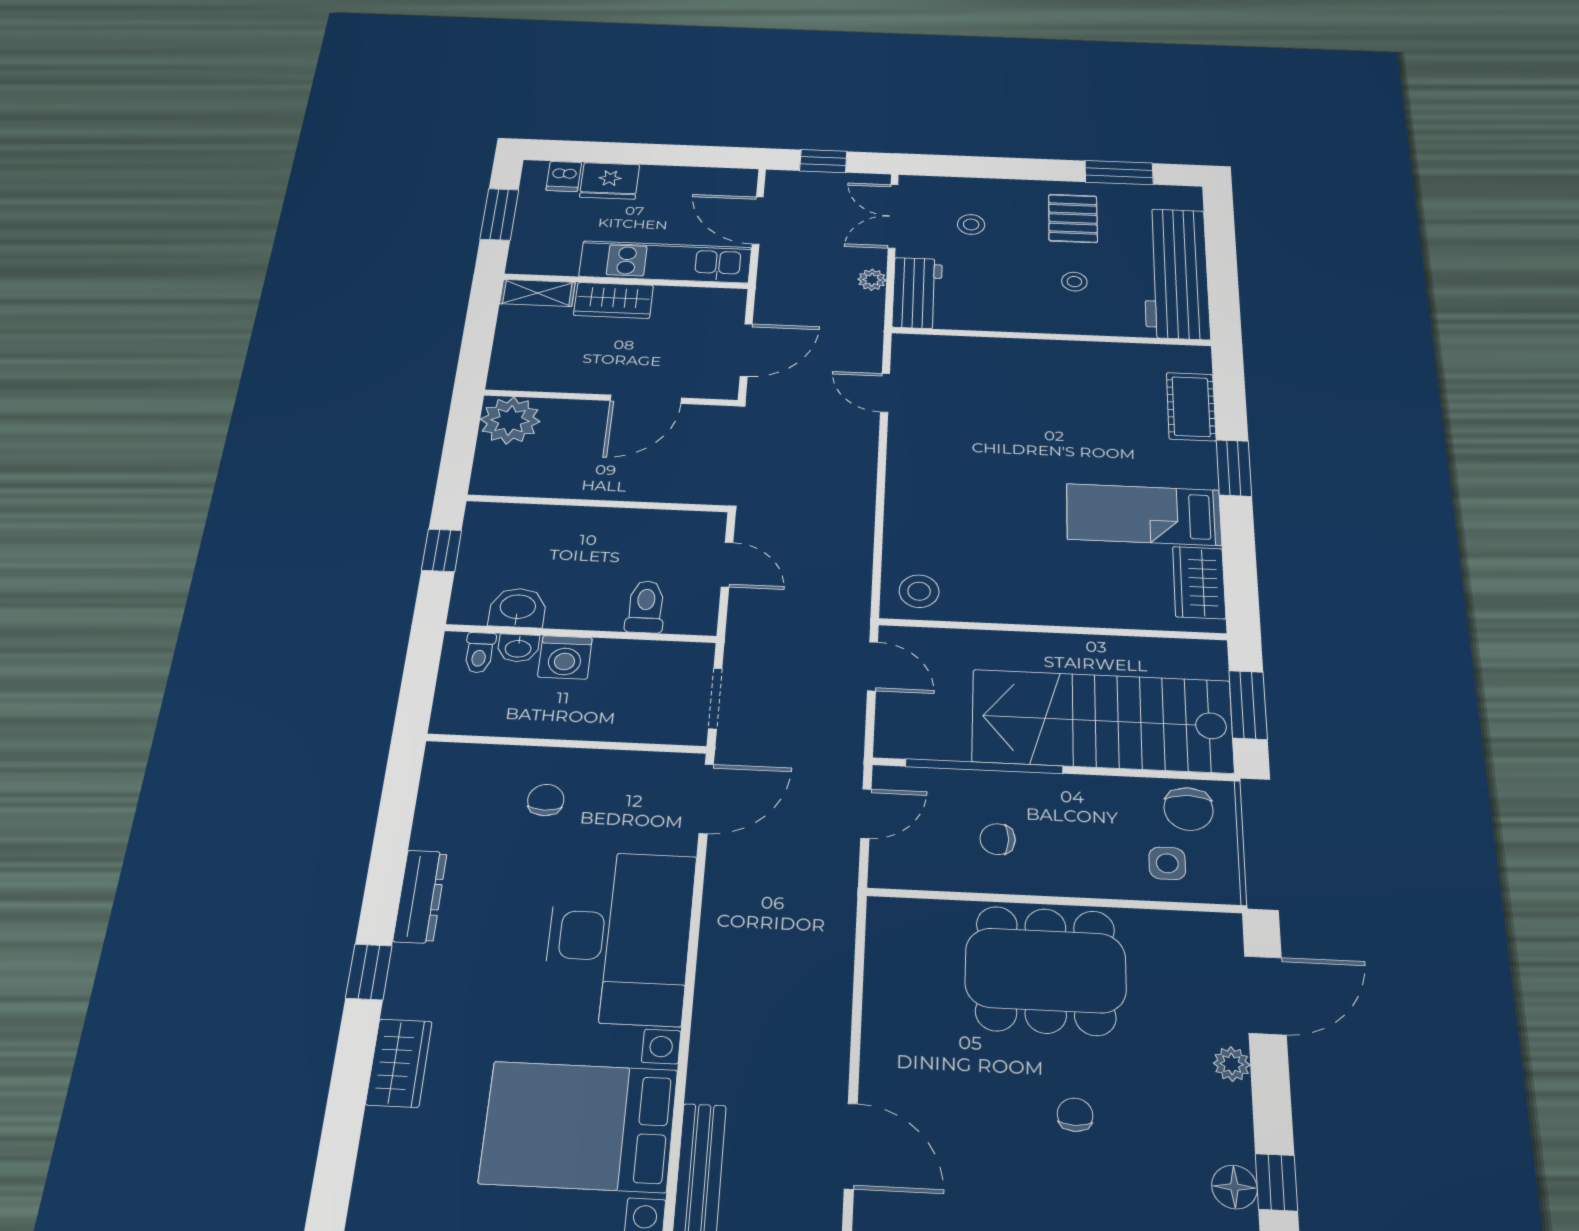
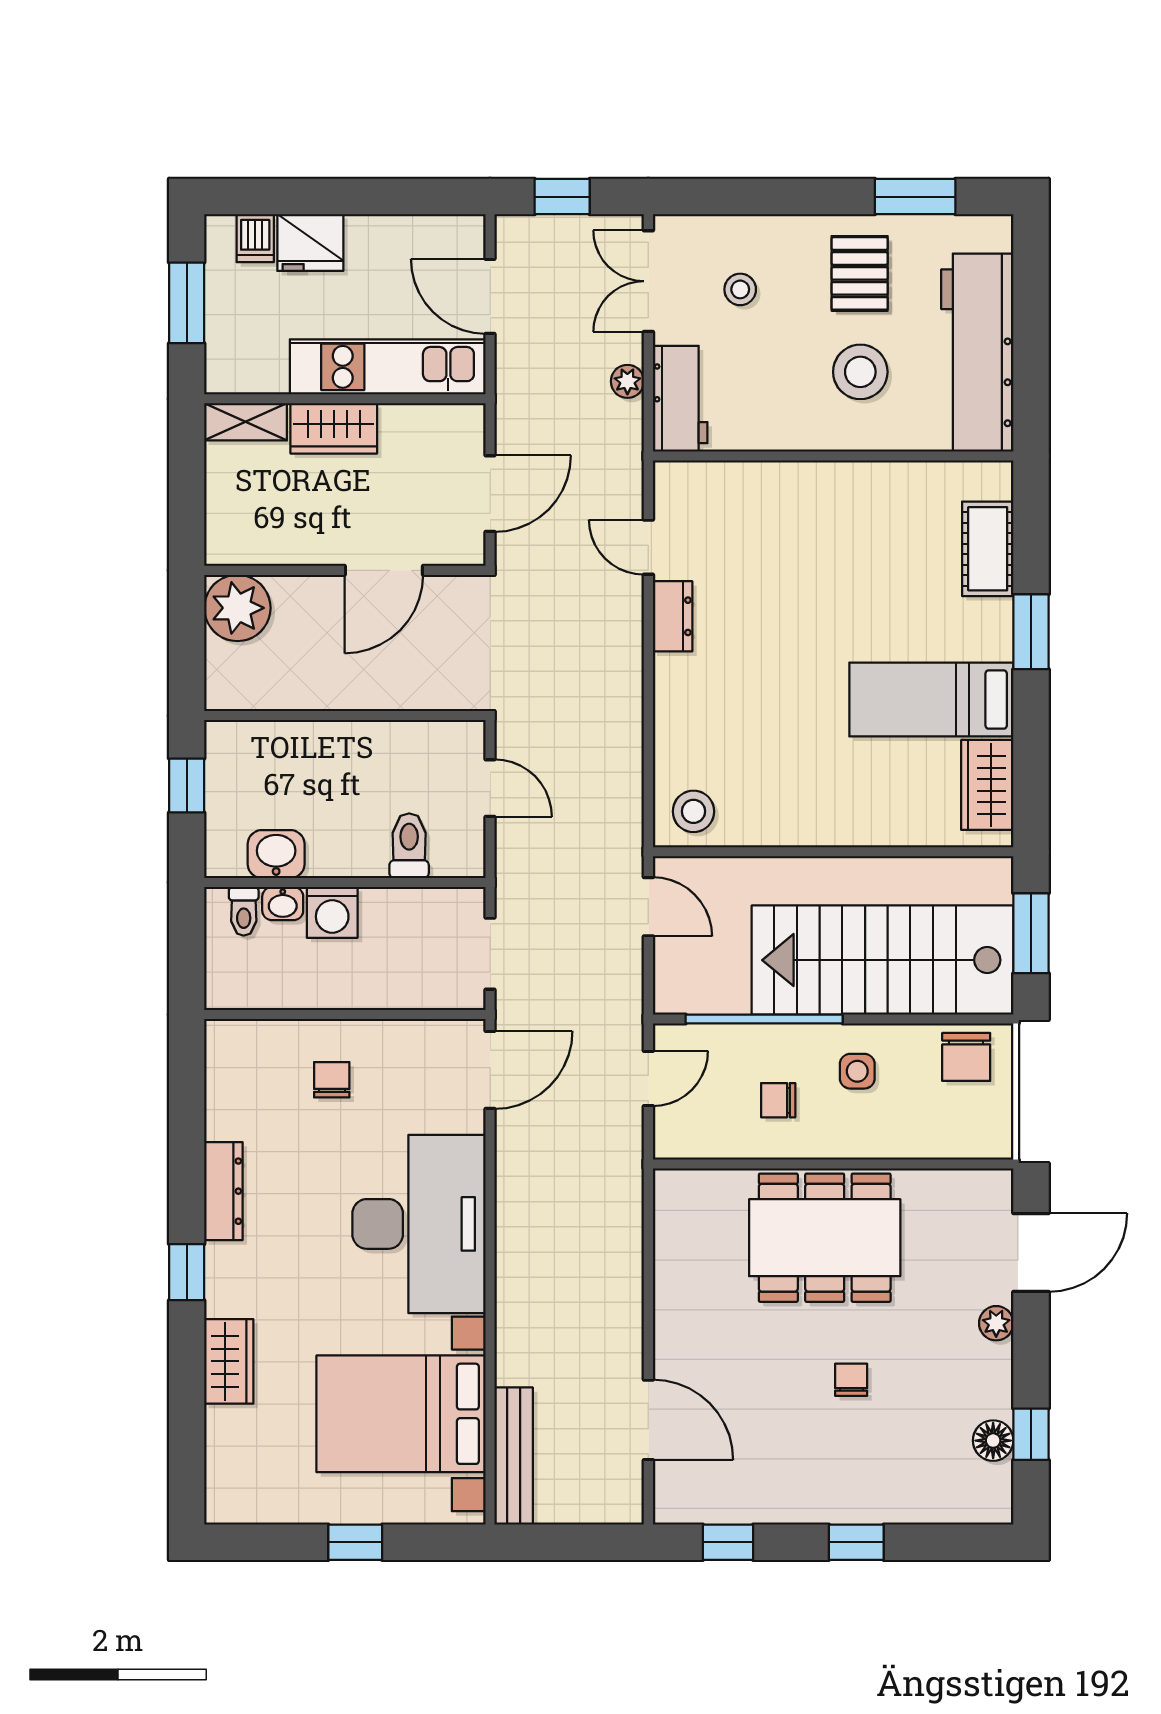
stool: (1074, 282) -> (860, 372), width x1.89, depth x1.89
dresser: (905, 443) -> (673, 616), added
side table: (1167, 863) -> (857, 1071), moved

